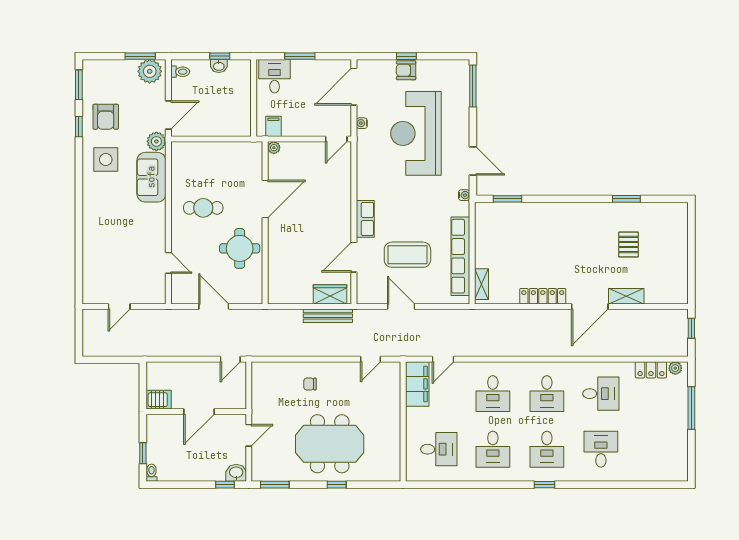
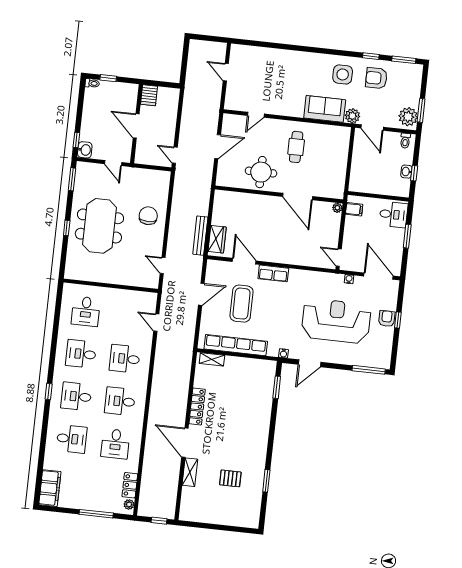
chair: (310, 384) -> (148, 216), width x1.87, depth x1.87
filing cabinet: (417, 384) -> (50, 488), moved, turned -90

